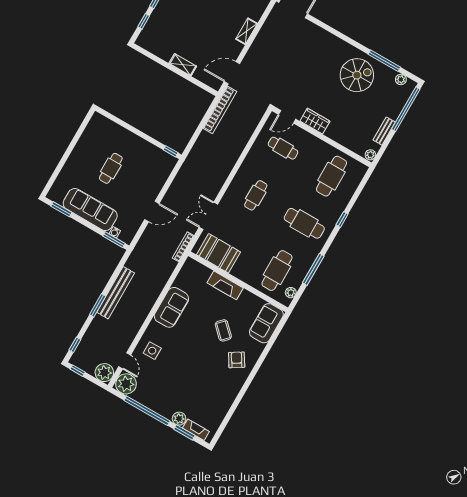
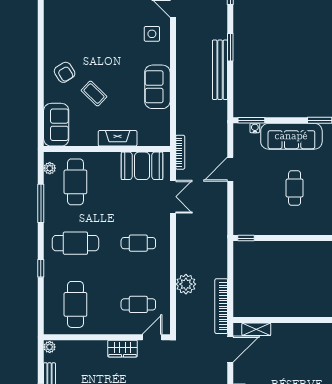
shelving: (183, 65) -> (256, 329), moved
plant: (237, 143) -> (186, 284), added
cafe table: (256, 195) -> (138, 243), turned 90

